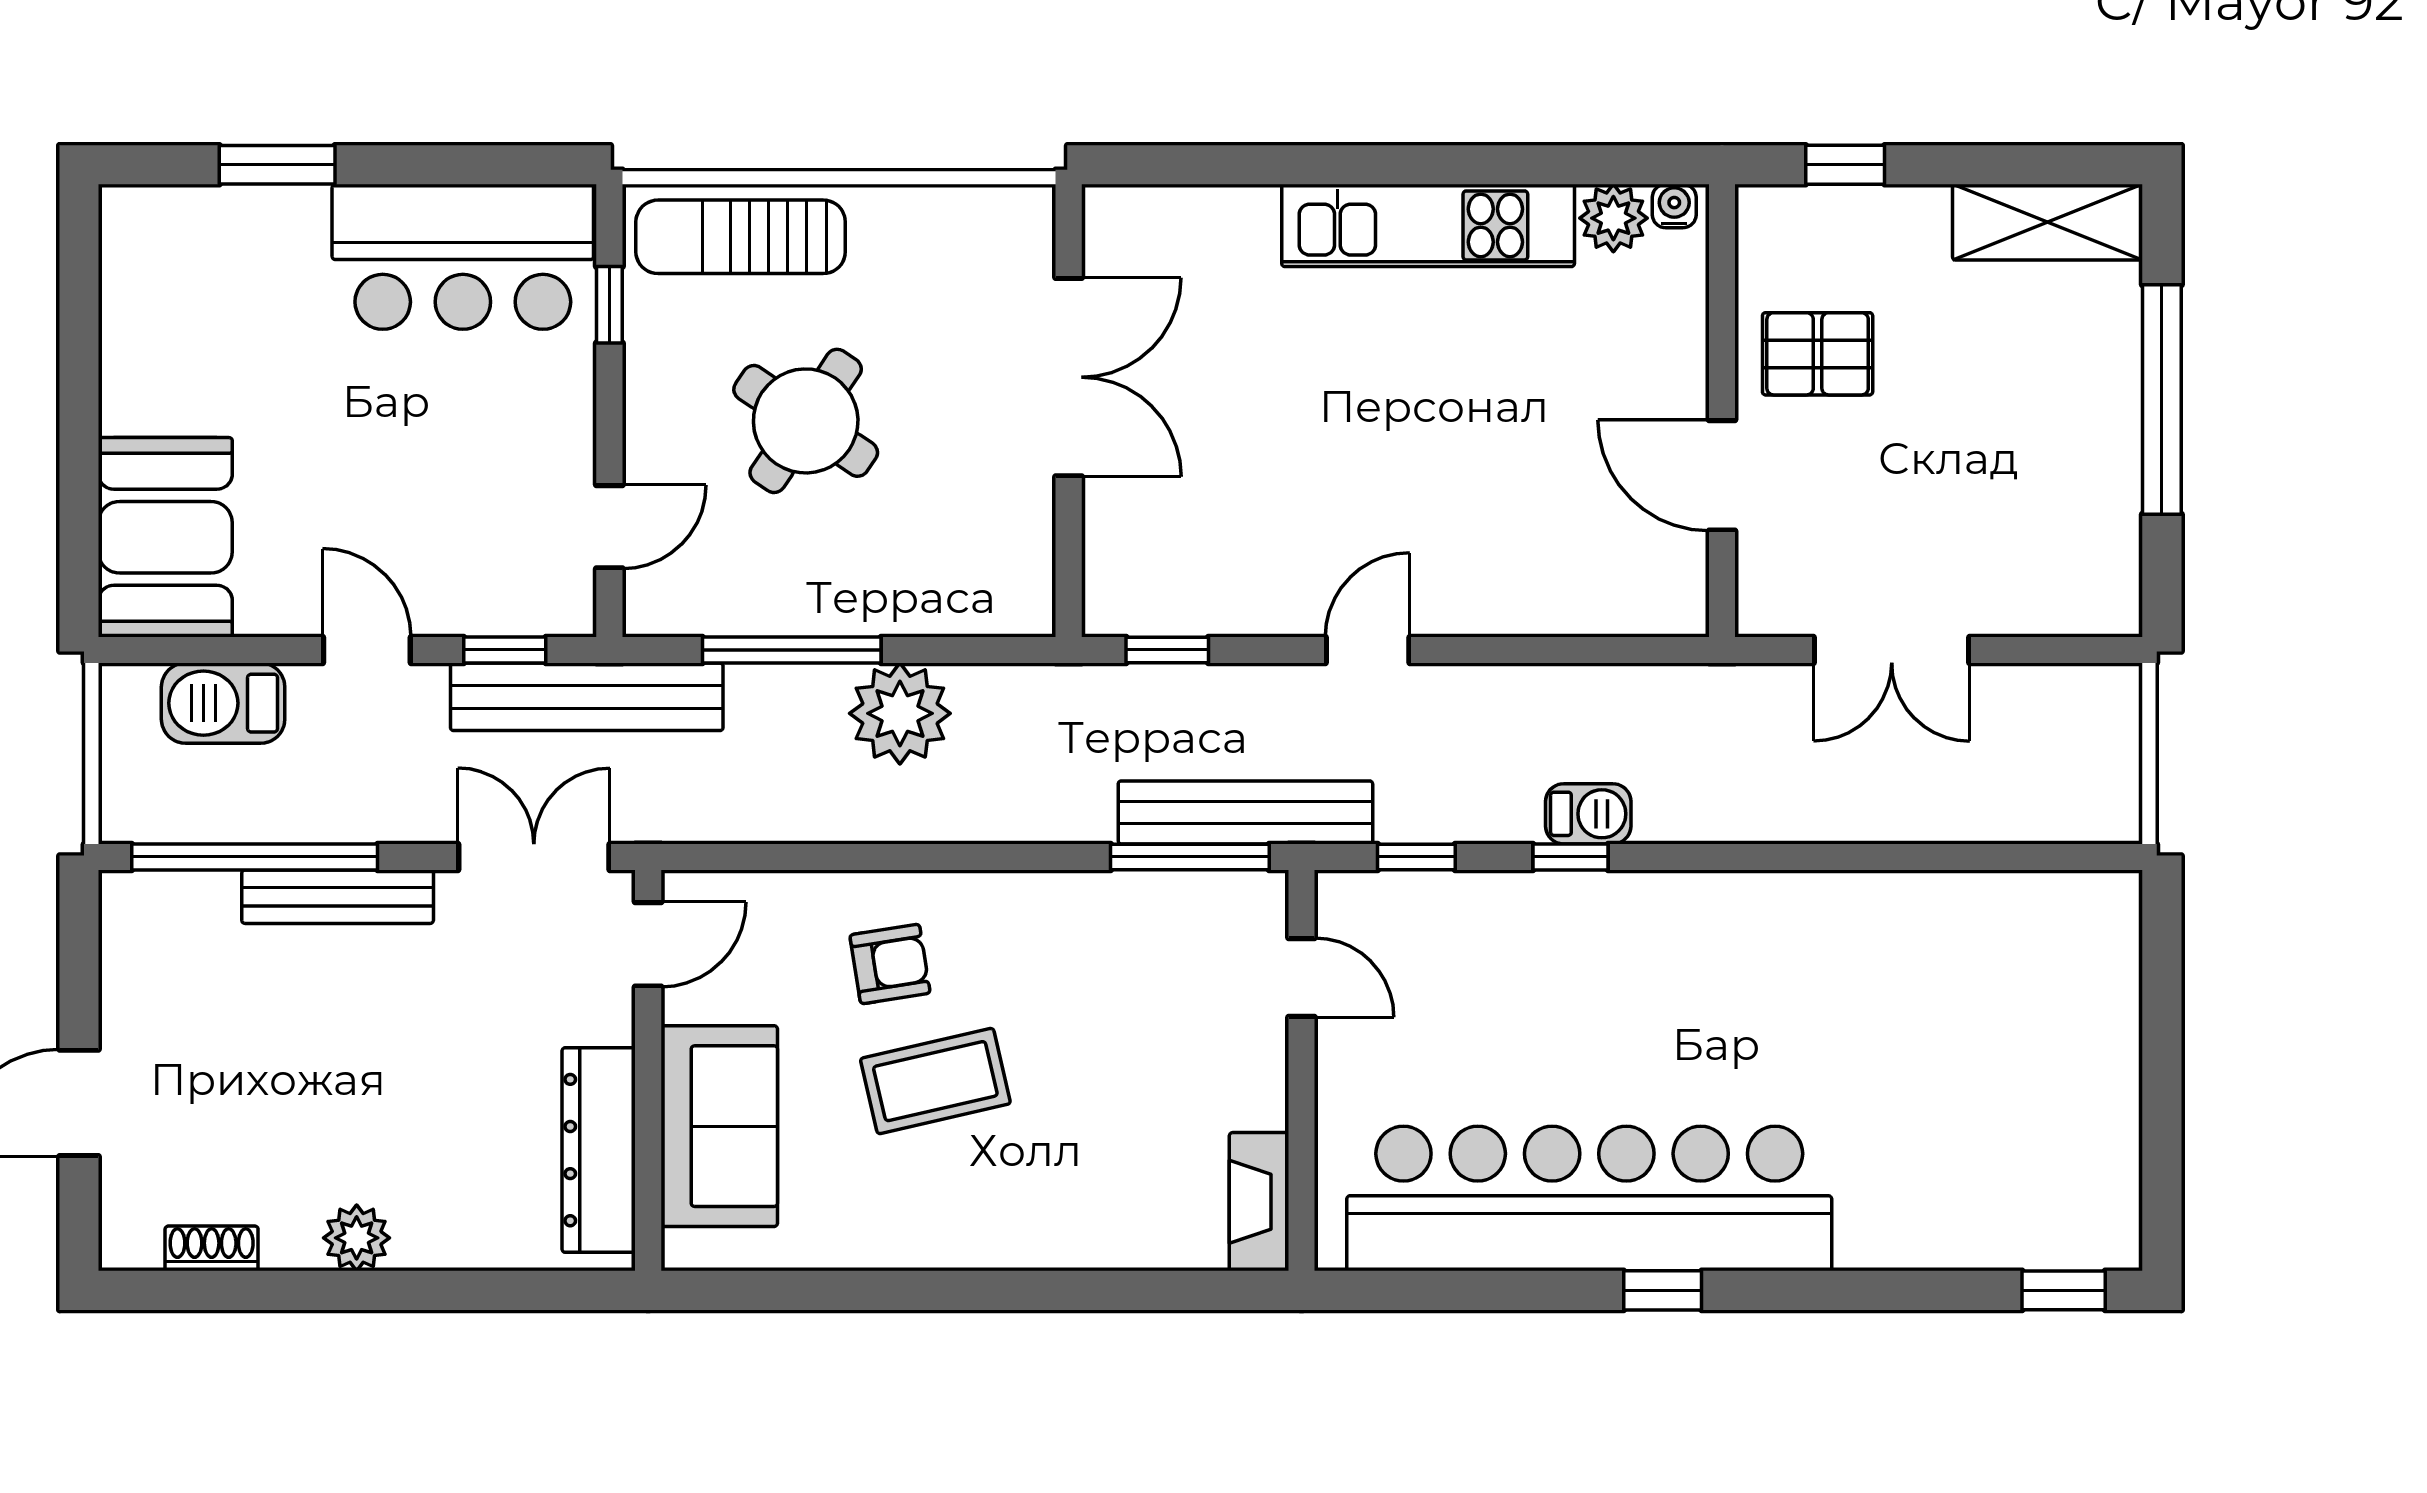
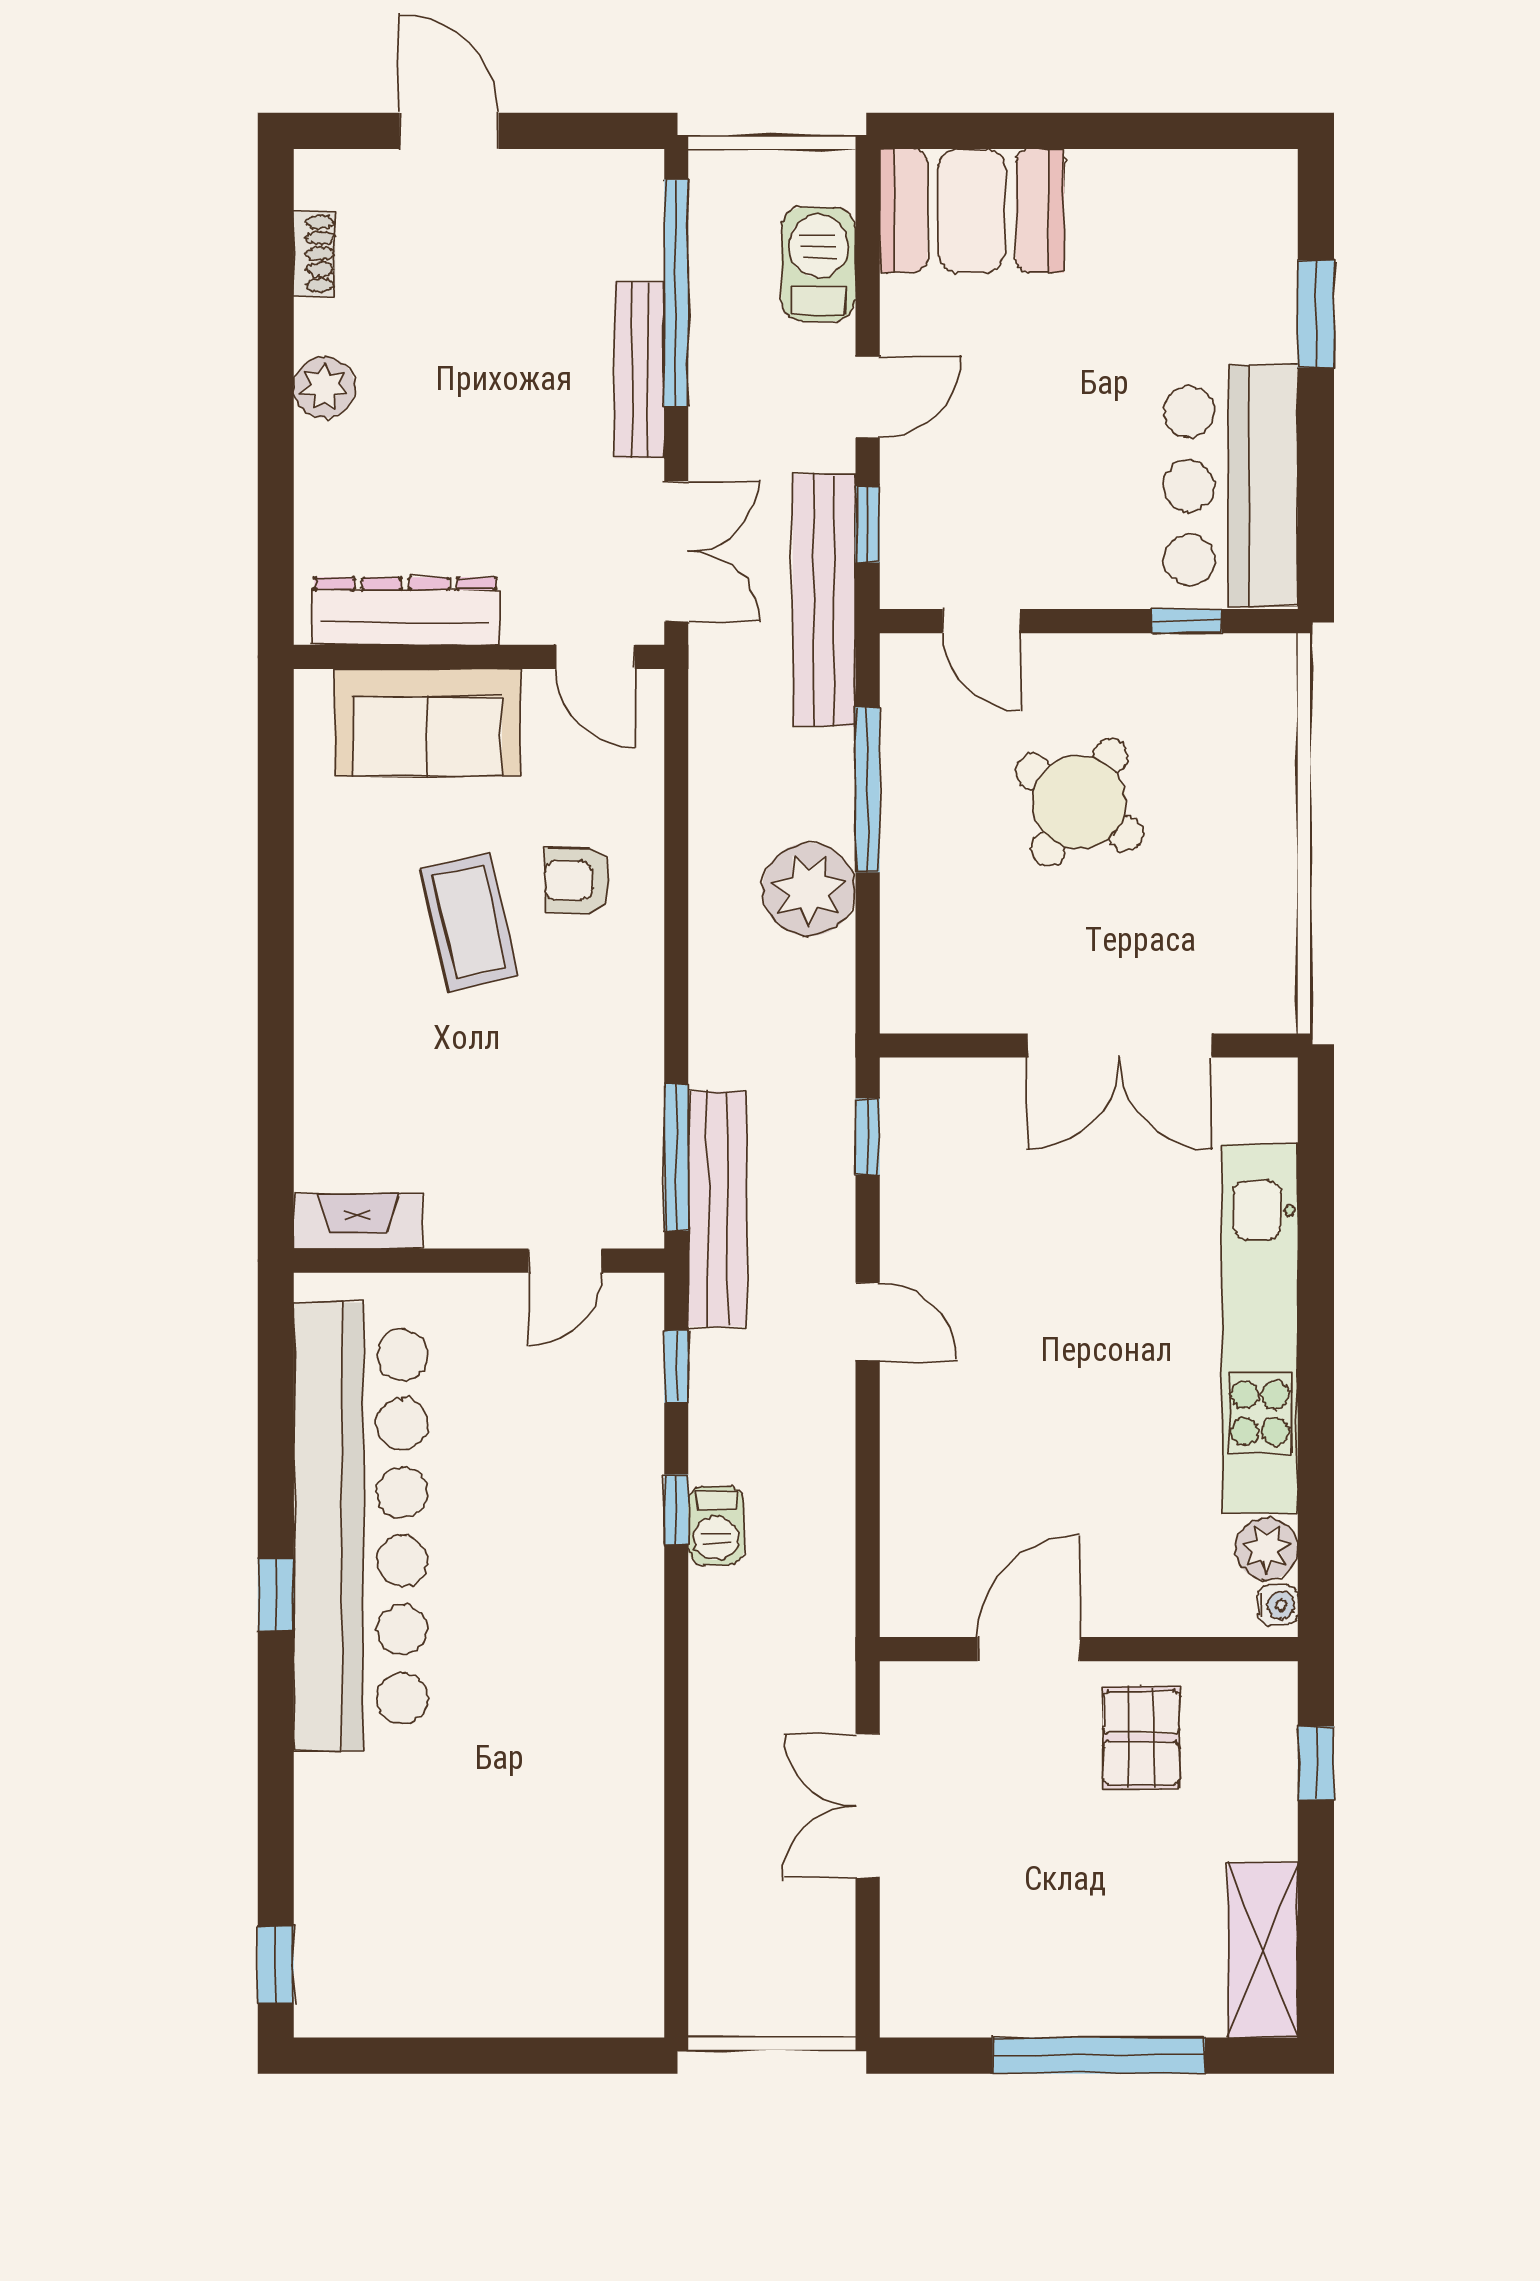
kitchen unit: (1428, 225) -> (1260, 1328), width x1.36
sun lounger: (741, 237) -> (1249, 742), removed
armchair: (890, 964) -> (577, 880), turned 99

